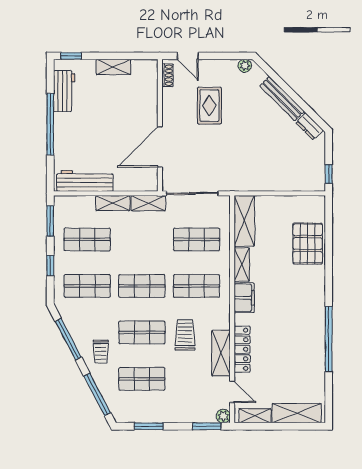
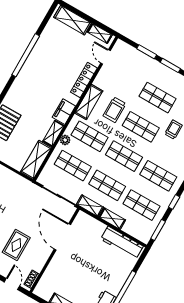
door: (160, 147) -> (62, 237), swing flipped
shop shelf: (142, 239) -> (107, 185), added
shelving: (221, 353) -> (89, 102), moved
plant: (223, 416) -> (65, 140), moved
window: (207, 426) -> (147, 52), moved

